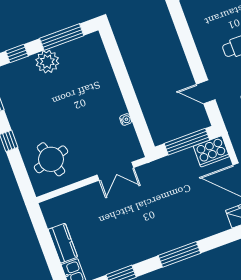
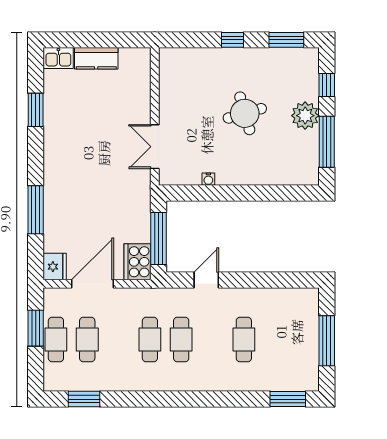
round table: (51, 159) -> (245, 113), moved
window: (179, 254) -> (36, 210), moved

